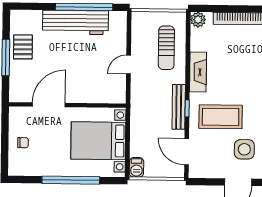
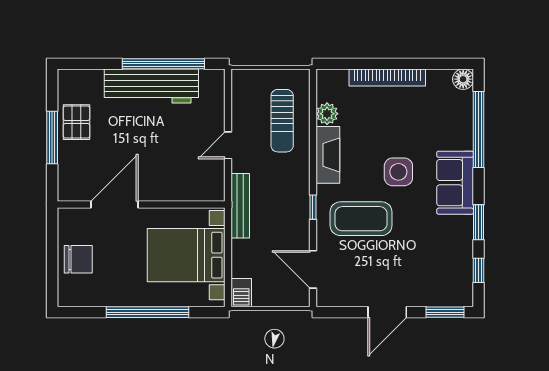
plant: (198, 20) -> (327, 114), moved
bench: (179, 107) -> (240, 206), moved
chair: (23, 143) -> (78, 259), width x1.87, depth x1.87
side table: (244, 149) -> (398, 172), moved

